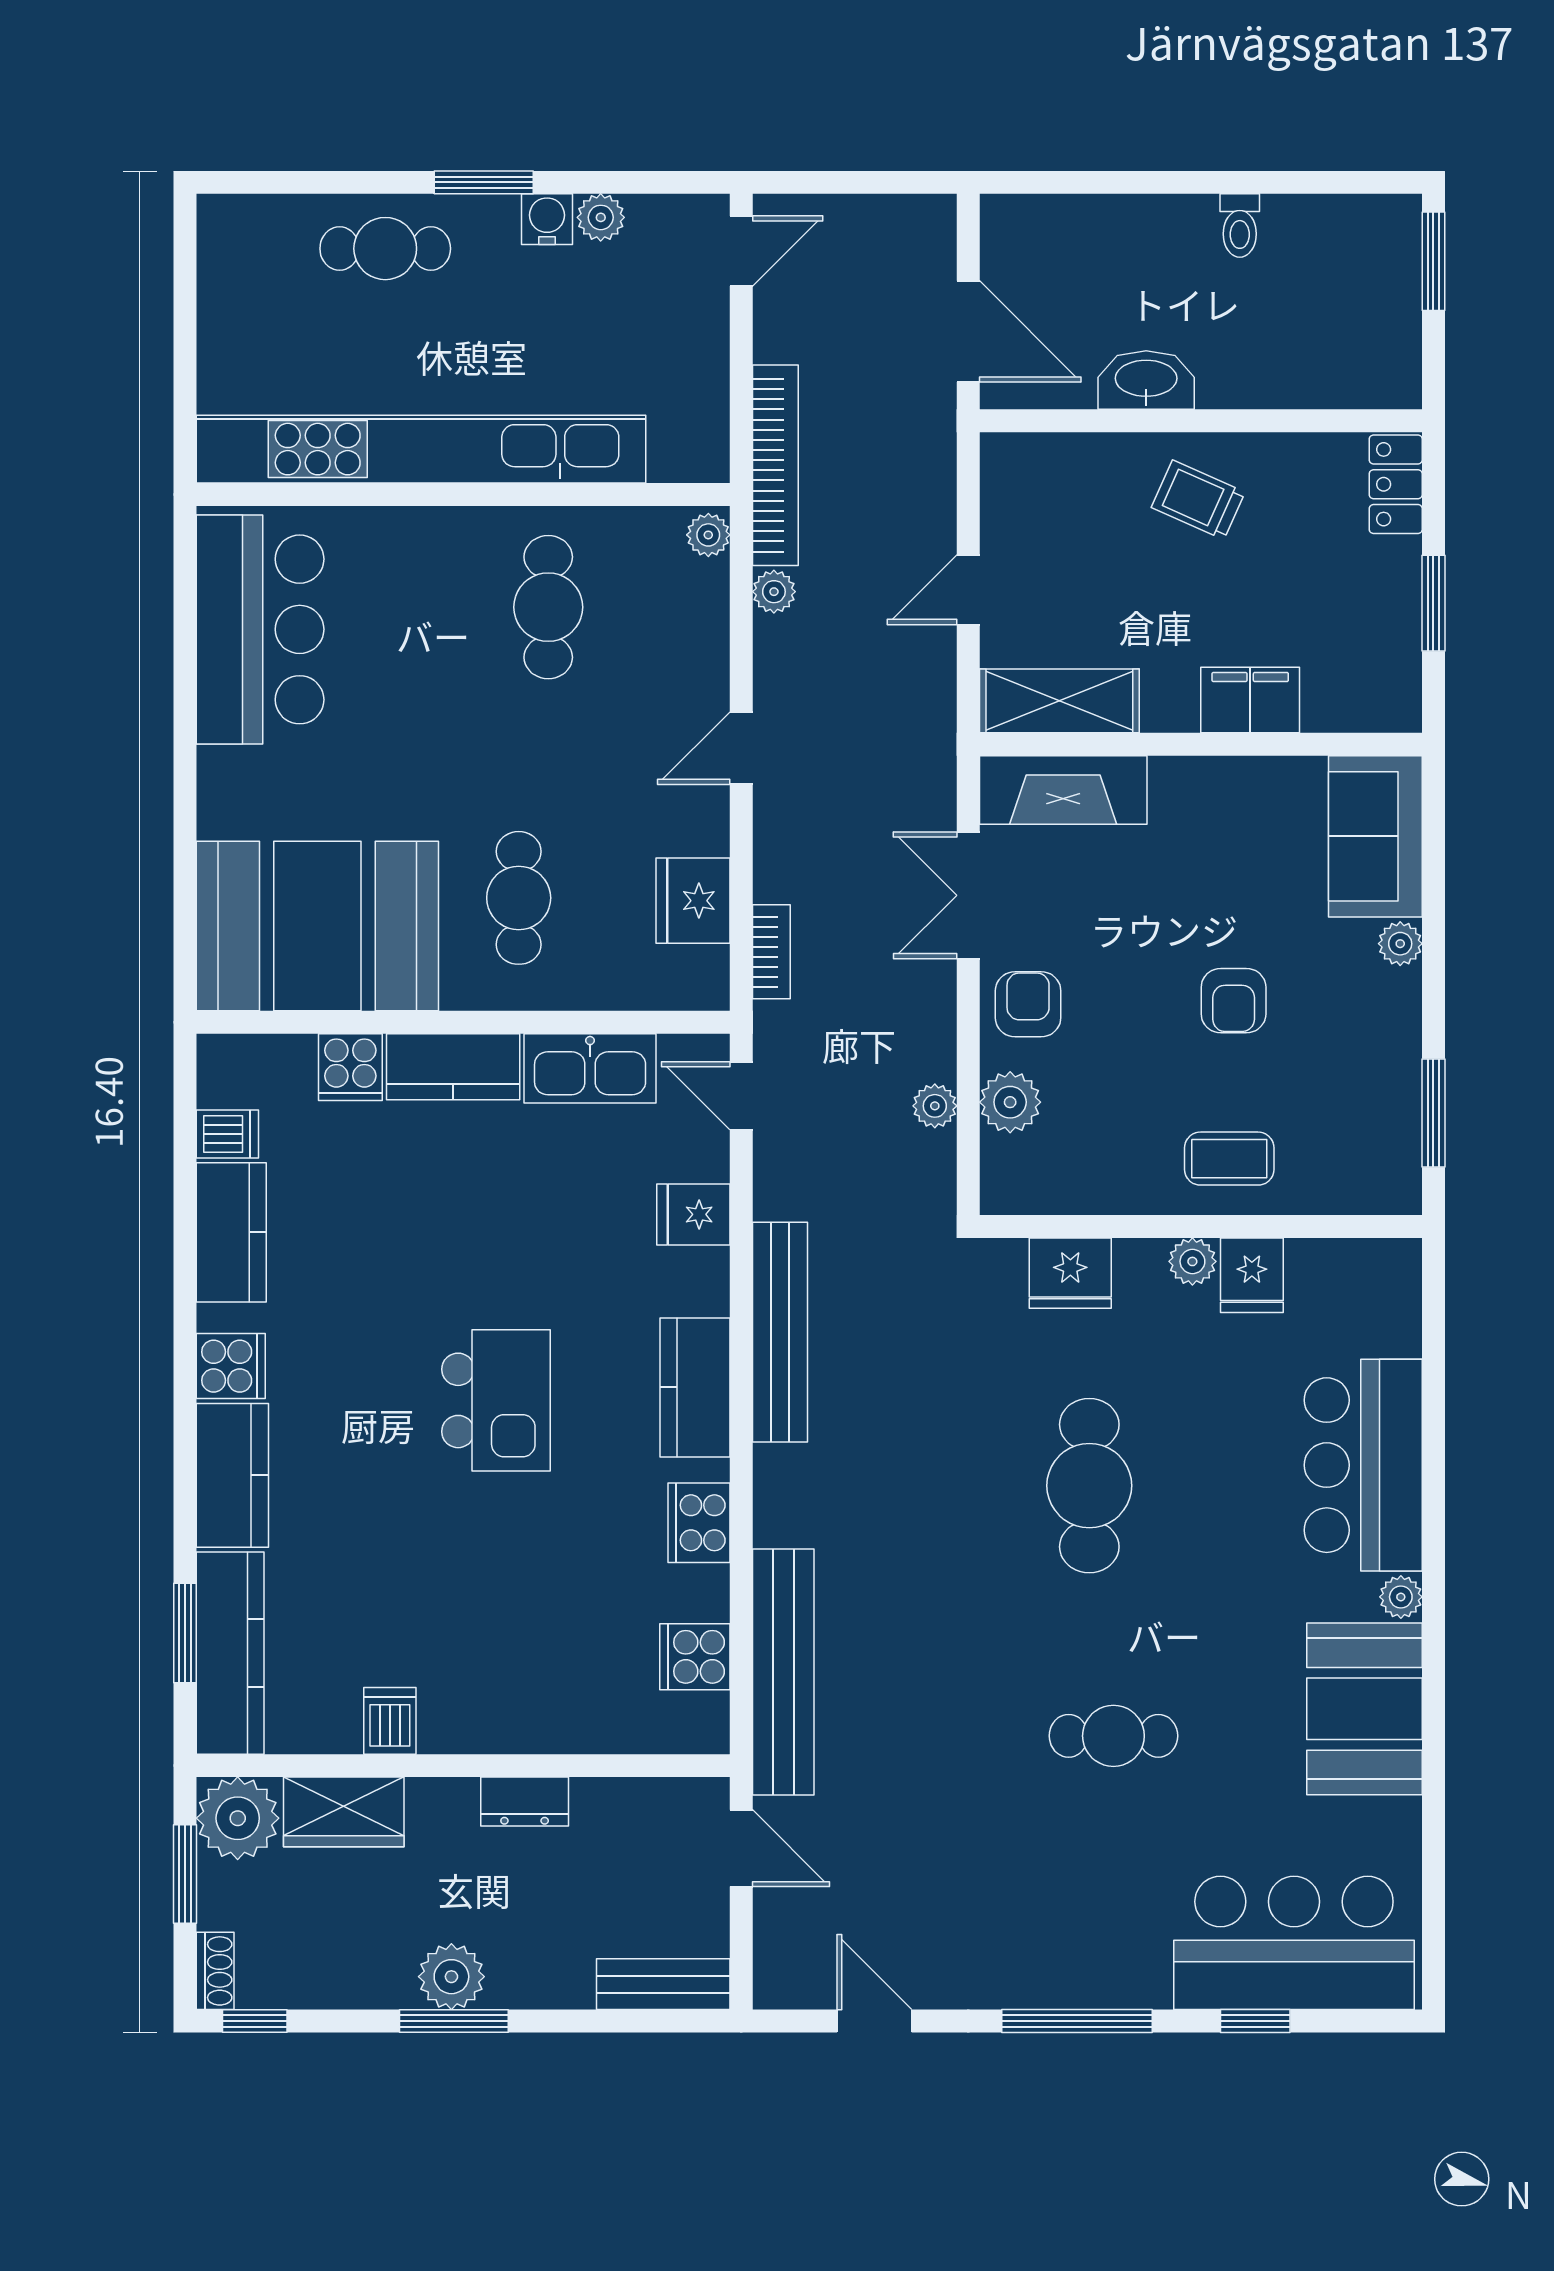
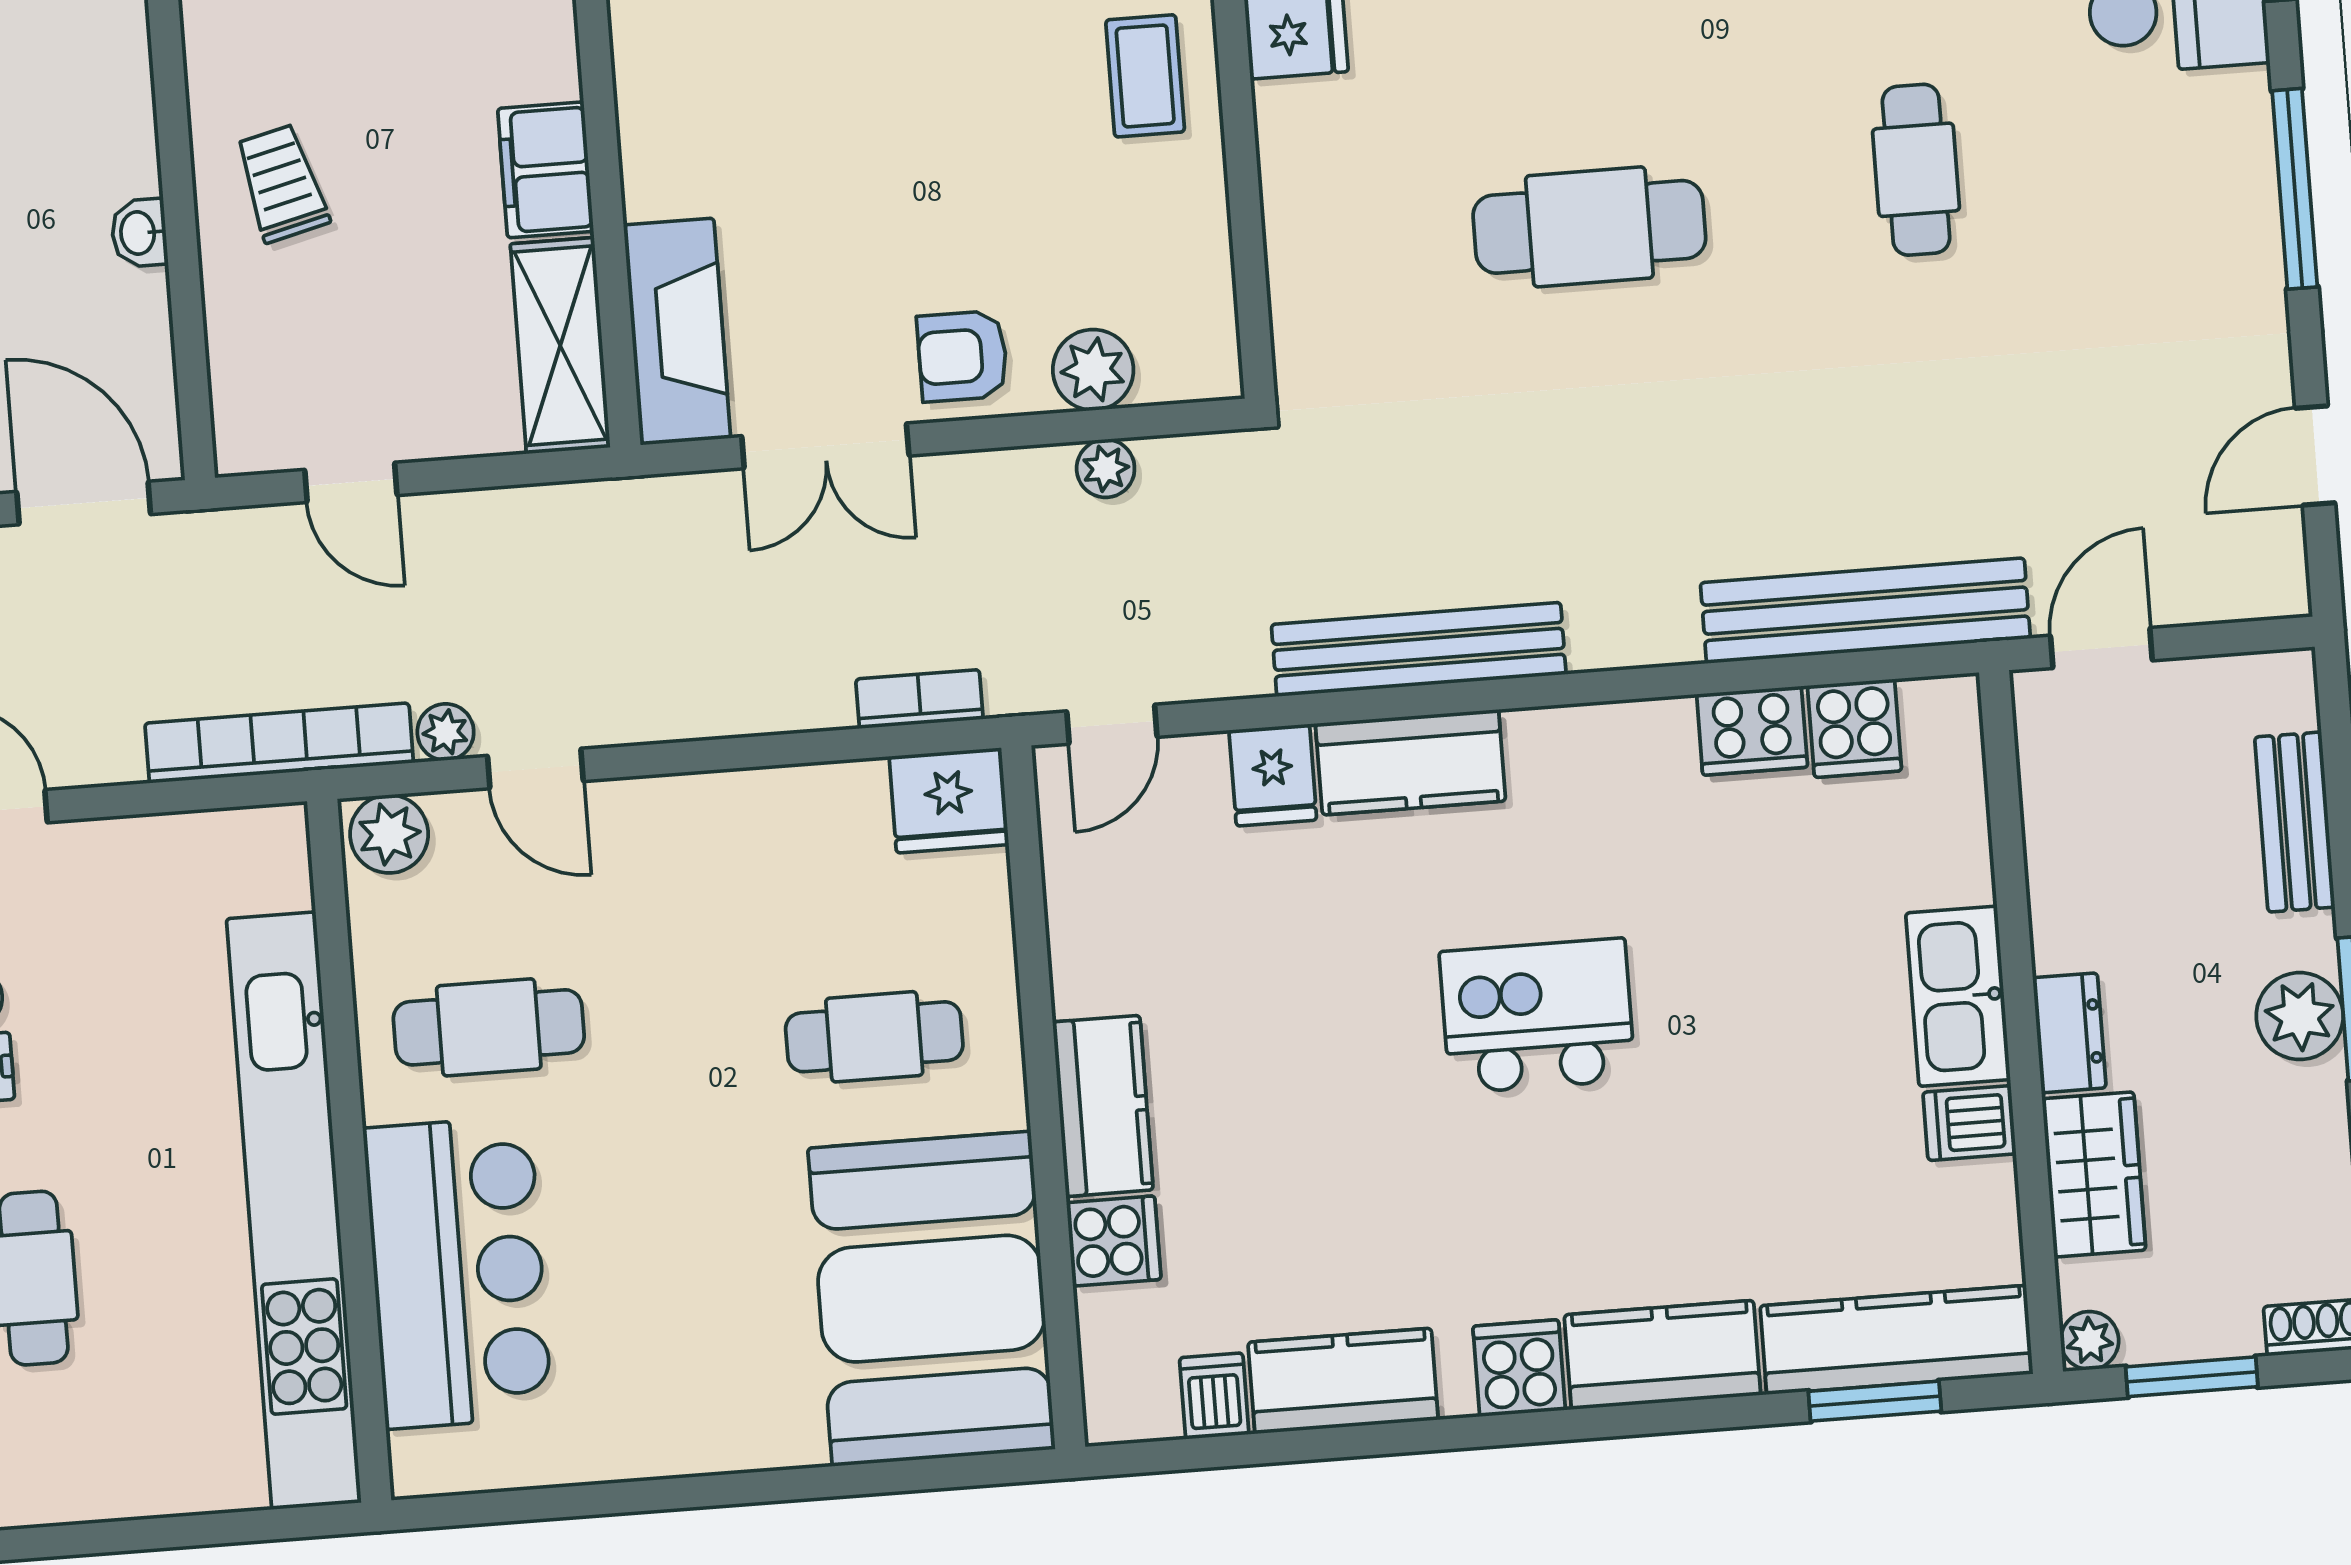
door: (968, 331) -> (84, 503), hinge flipped
washbasin: (1146, 380) -> (139, 233), width x0.52, depth x0.69
trolley: (1198, 500) -> (282, 183), turned 142
plant: (708, 535) -> (389, 834), width x1.38, depth x1.38
door: (968, 590) -> (351, 482), moved
bar counter: (260, 629) -> (458, 1272), moved, turned 90
filing cabinet: (1250, 700) -> (546, 170), moved
door: (741, 748) -> (535, 769), moved
fridge: (693, 901) -> (949, 800), moved
armchair: (1234, 1001) -> (937, 86), removed
kitchen sink: (590, 1068) -> (1958, 996), moved, turned 180
plant: (1192, 1261) -> (1284, 114), removed
fridge: (1070, 1273) -> (1312, 273), removed
kitchen counter: (695, 1387) -> (1411, 762), moved
cooker: (699, 1523) -> (1752, 731), moved
dresser: (525, 1802) -> (2069, 1033), moved
plant: (238, 1818) -> (2090, 1340), width x0.53, depth x0.53
bench: (663, 1984) -> (2295, 822), moved

